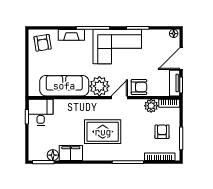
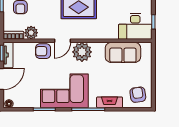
sofa: (64, 86) -> (123, 52), width x0.73
desk: (41, 112) -> (135, 26), width x1.37

